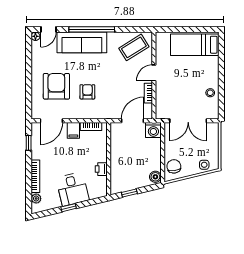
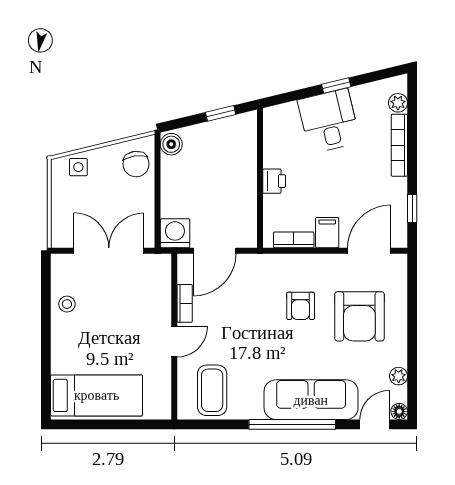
coffee table: (134, 47) -> (212, 390), turned -58
plant: (36, 55) -> (399, 376), added
printer: (101, 169) -> (274, 181), moved

